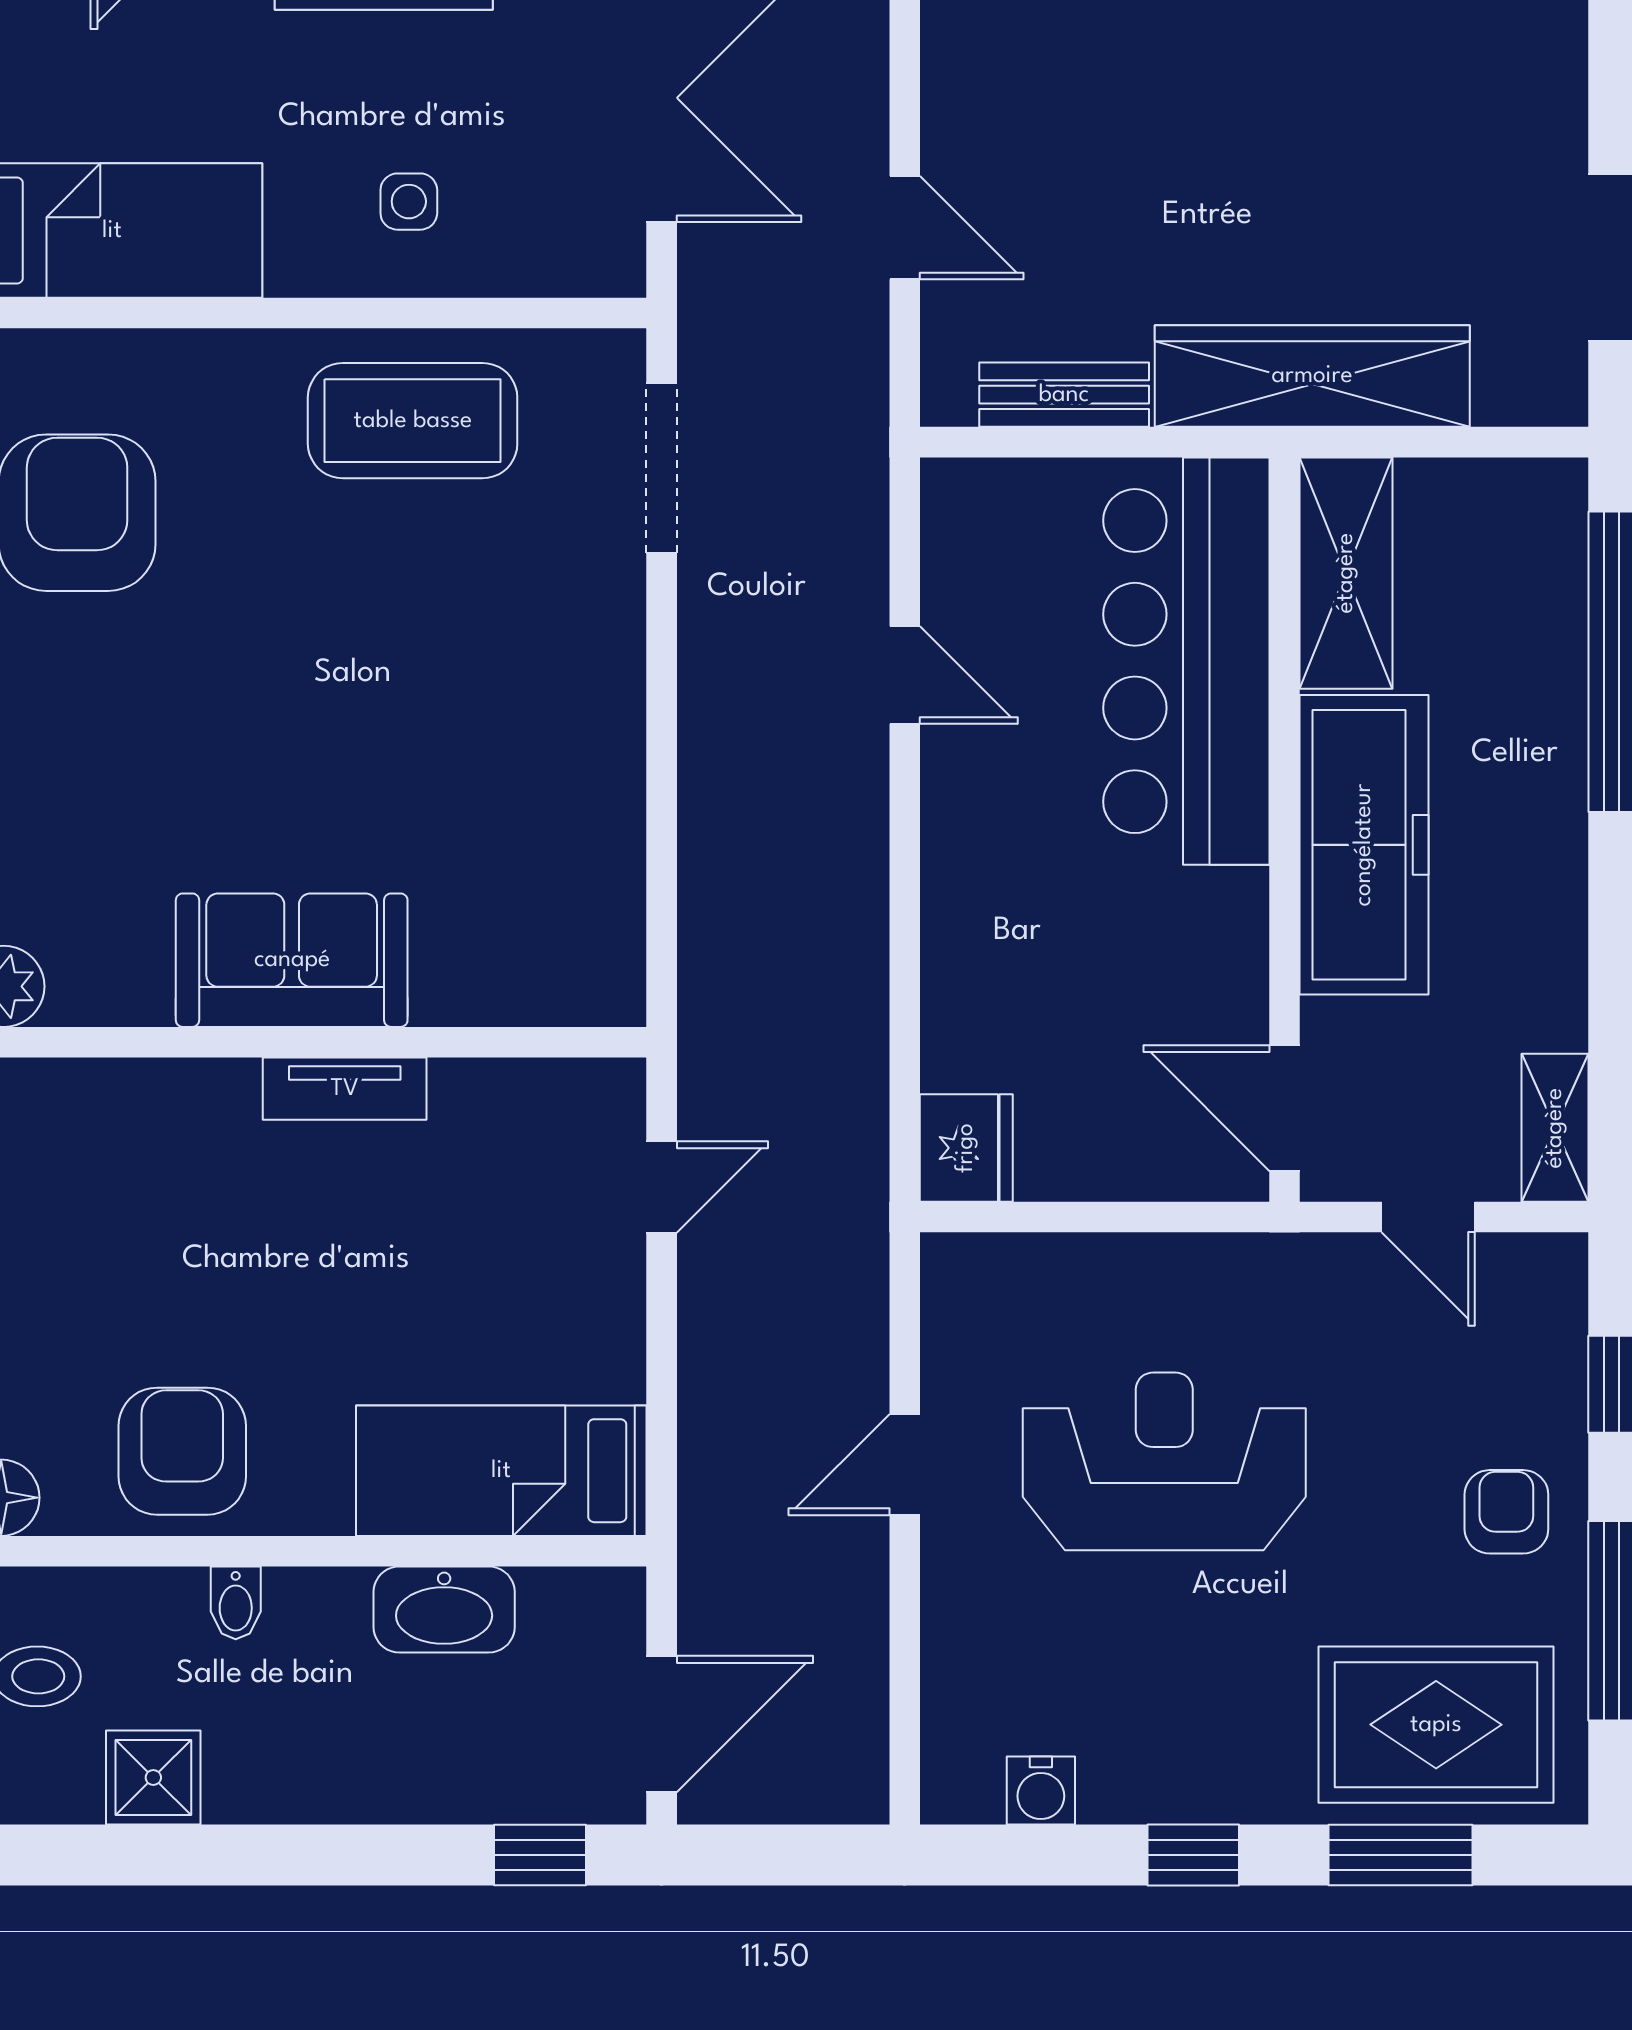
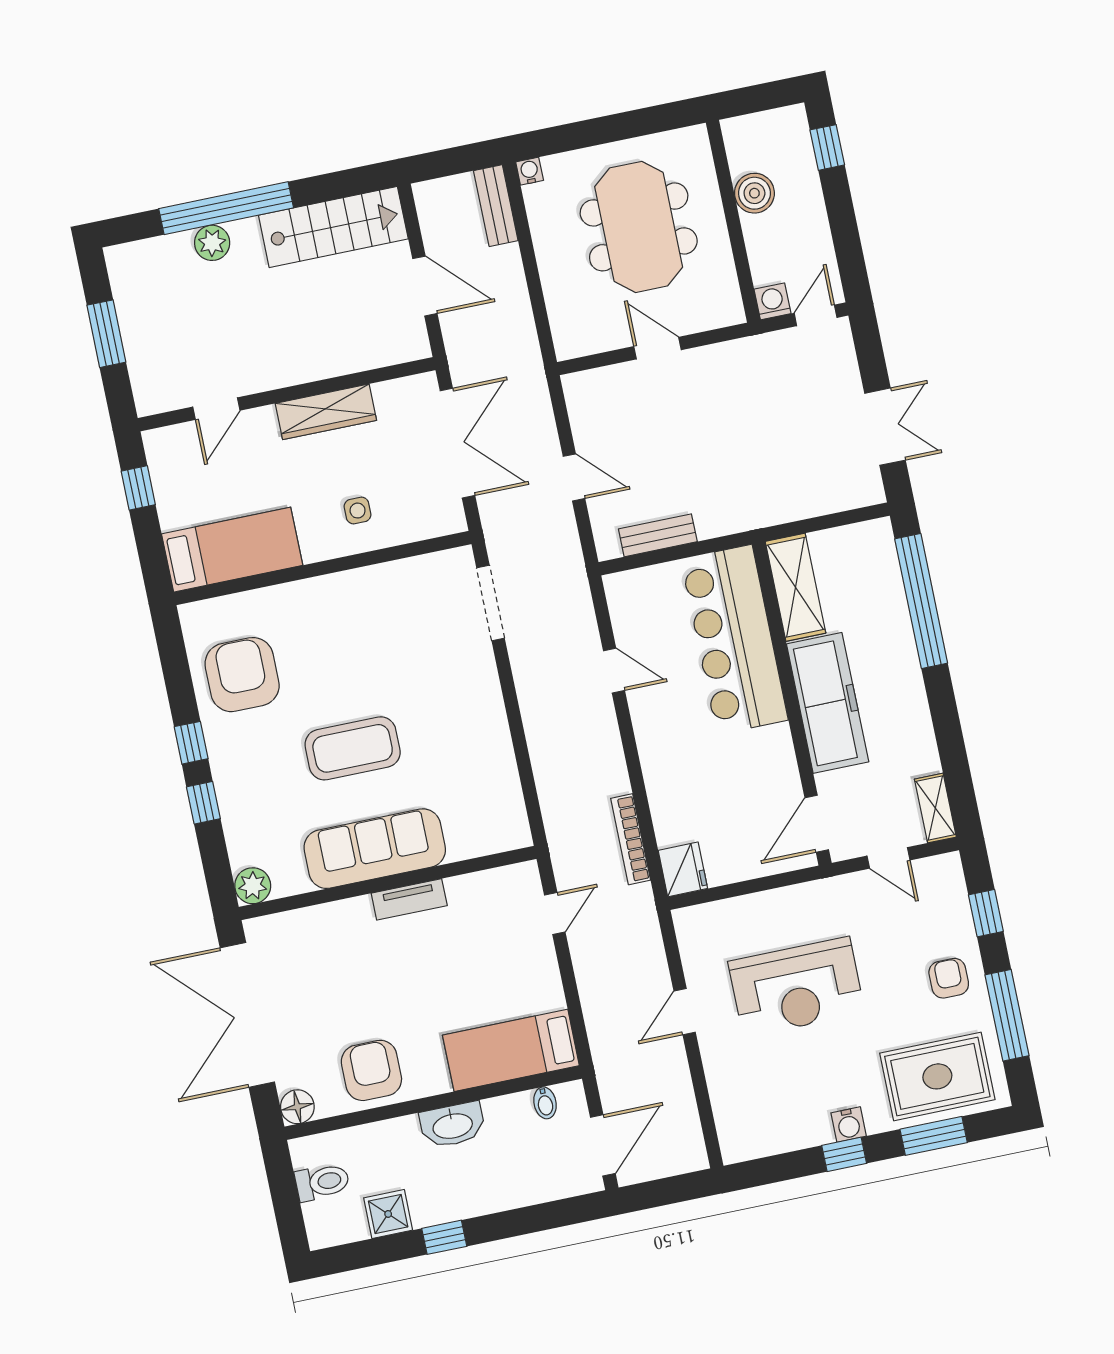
wardrobe: (1312, 376) -> (763, 505), removed
coffee table: (413, 421) -> (353, 748), moved
sofa: (292, 960) -> (375, 849), width x1.36
bookcase: (864, 1057) -> (631, 839), added
door: (1285, 1108) -> (817, 824), hinge flipped
reception desk: (1164, 1461) -> (796, 987), turned 180
bidet: (236, 1603) -> (545, 1103), moved
washbasin: (444, 1609) -> (452, 1125), moved
water cooler: (1041, 1791) -> (849, 1124), moved
window: (540, 1855) -> (444, 1237), moved

